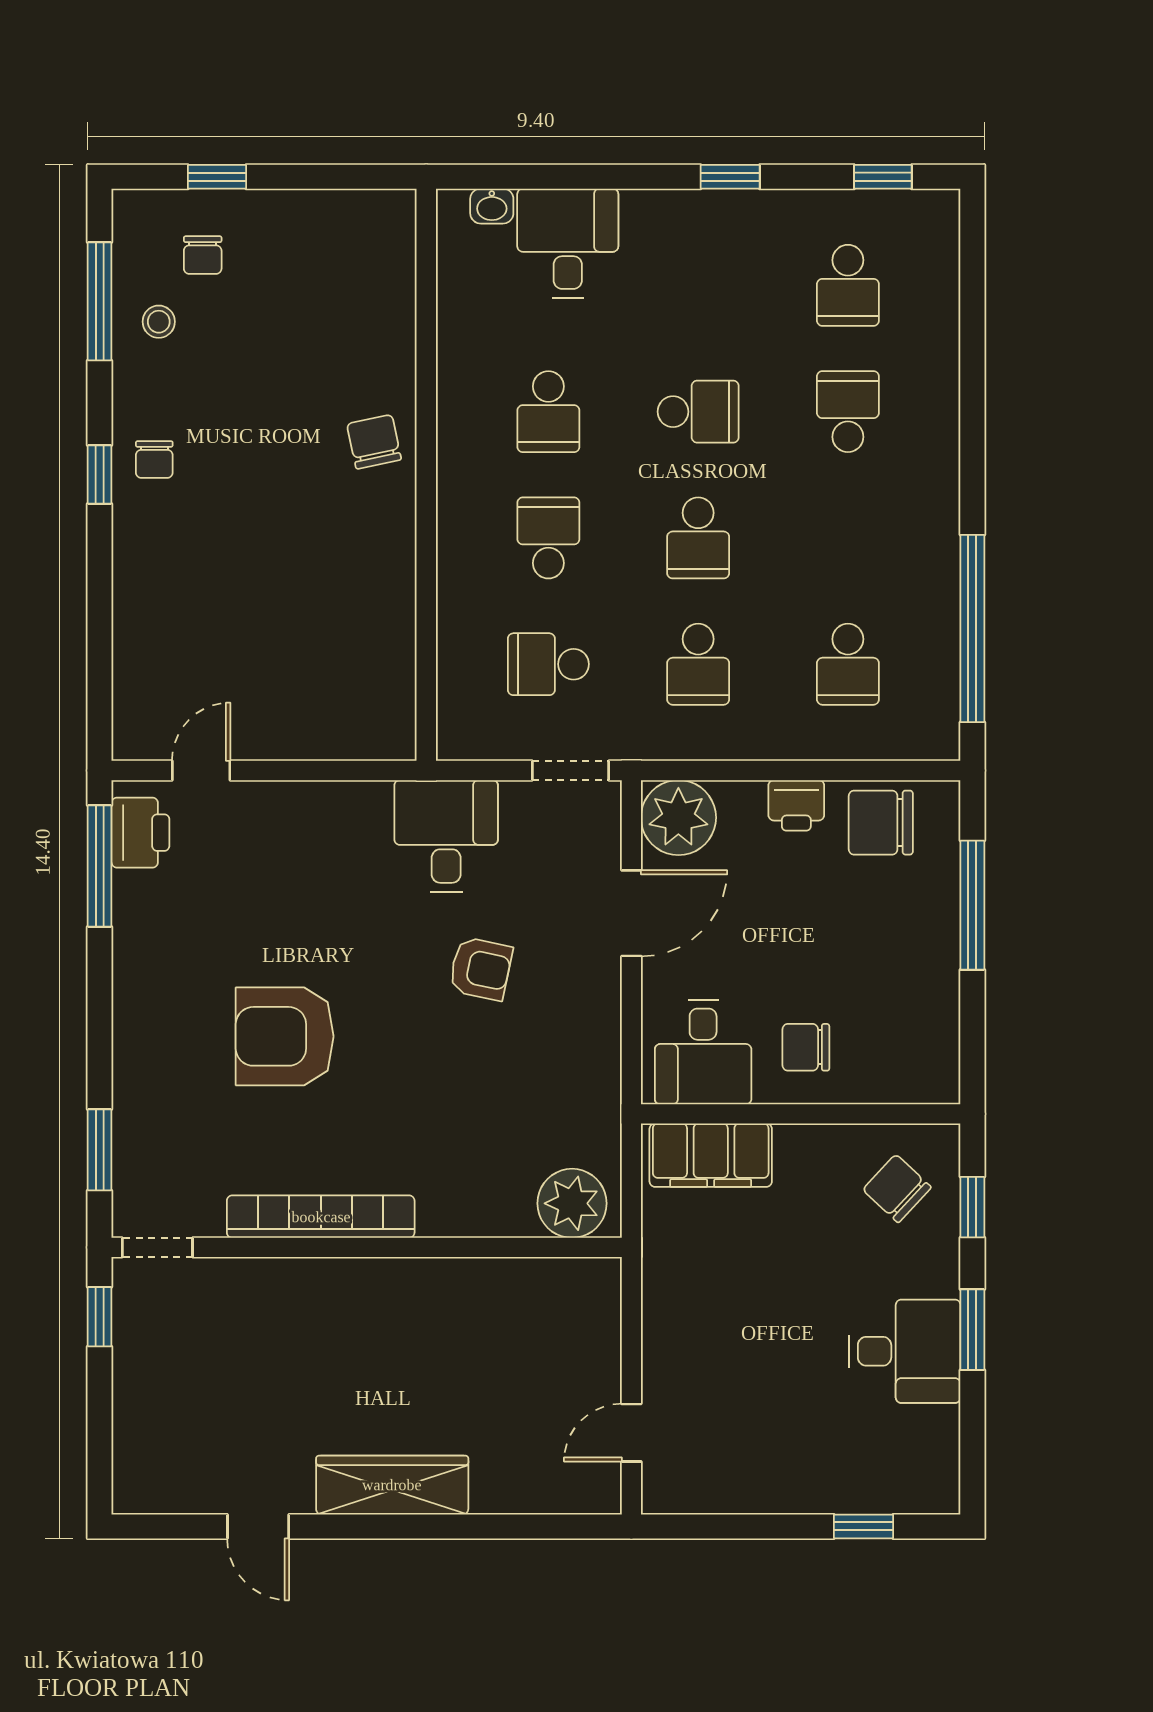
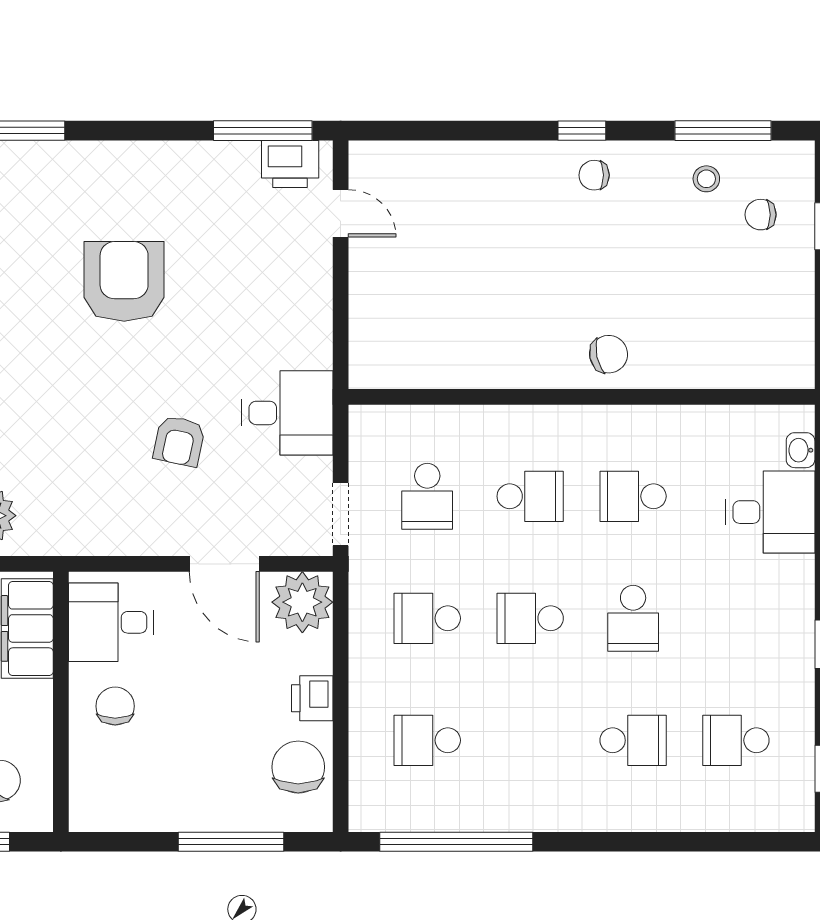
school desk: (548, 664) -> (427, 496), turned 180

